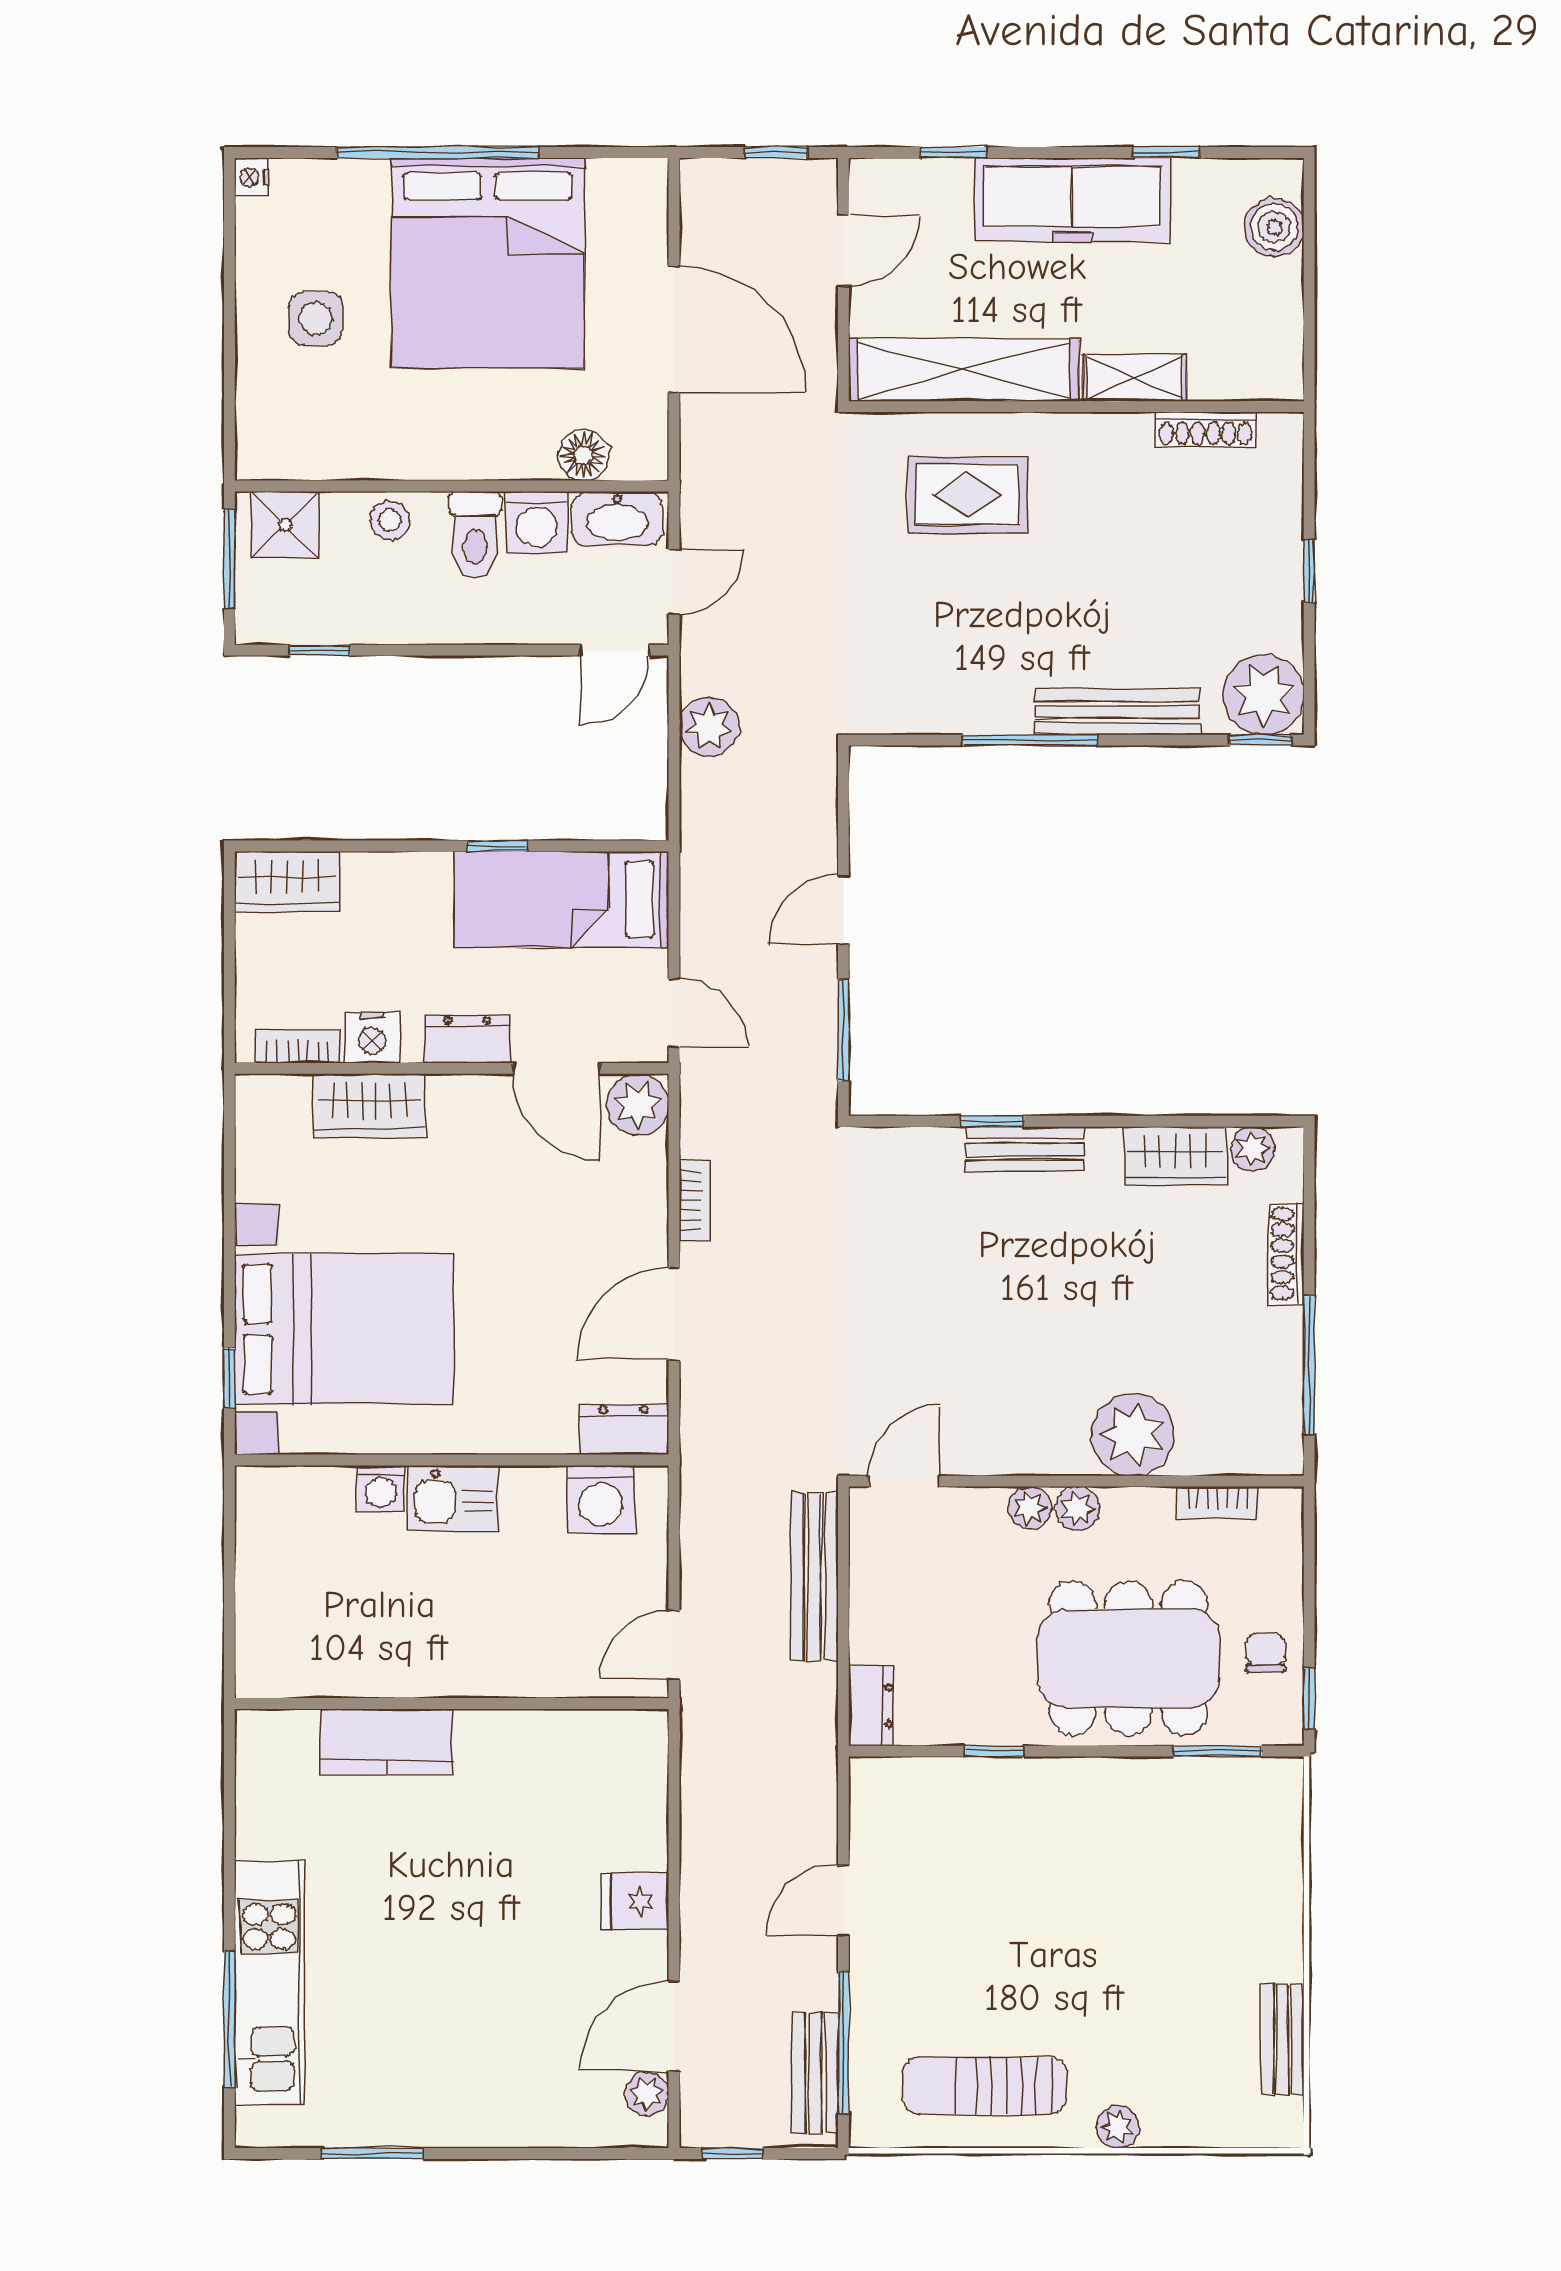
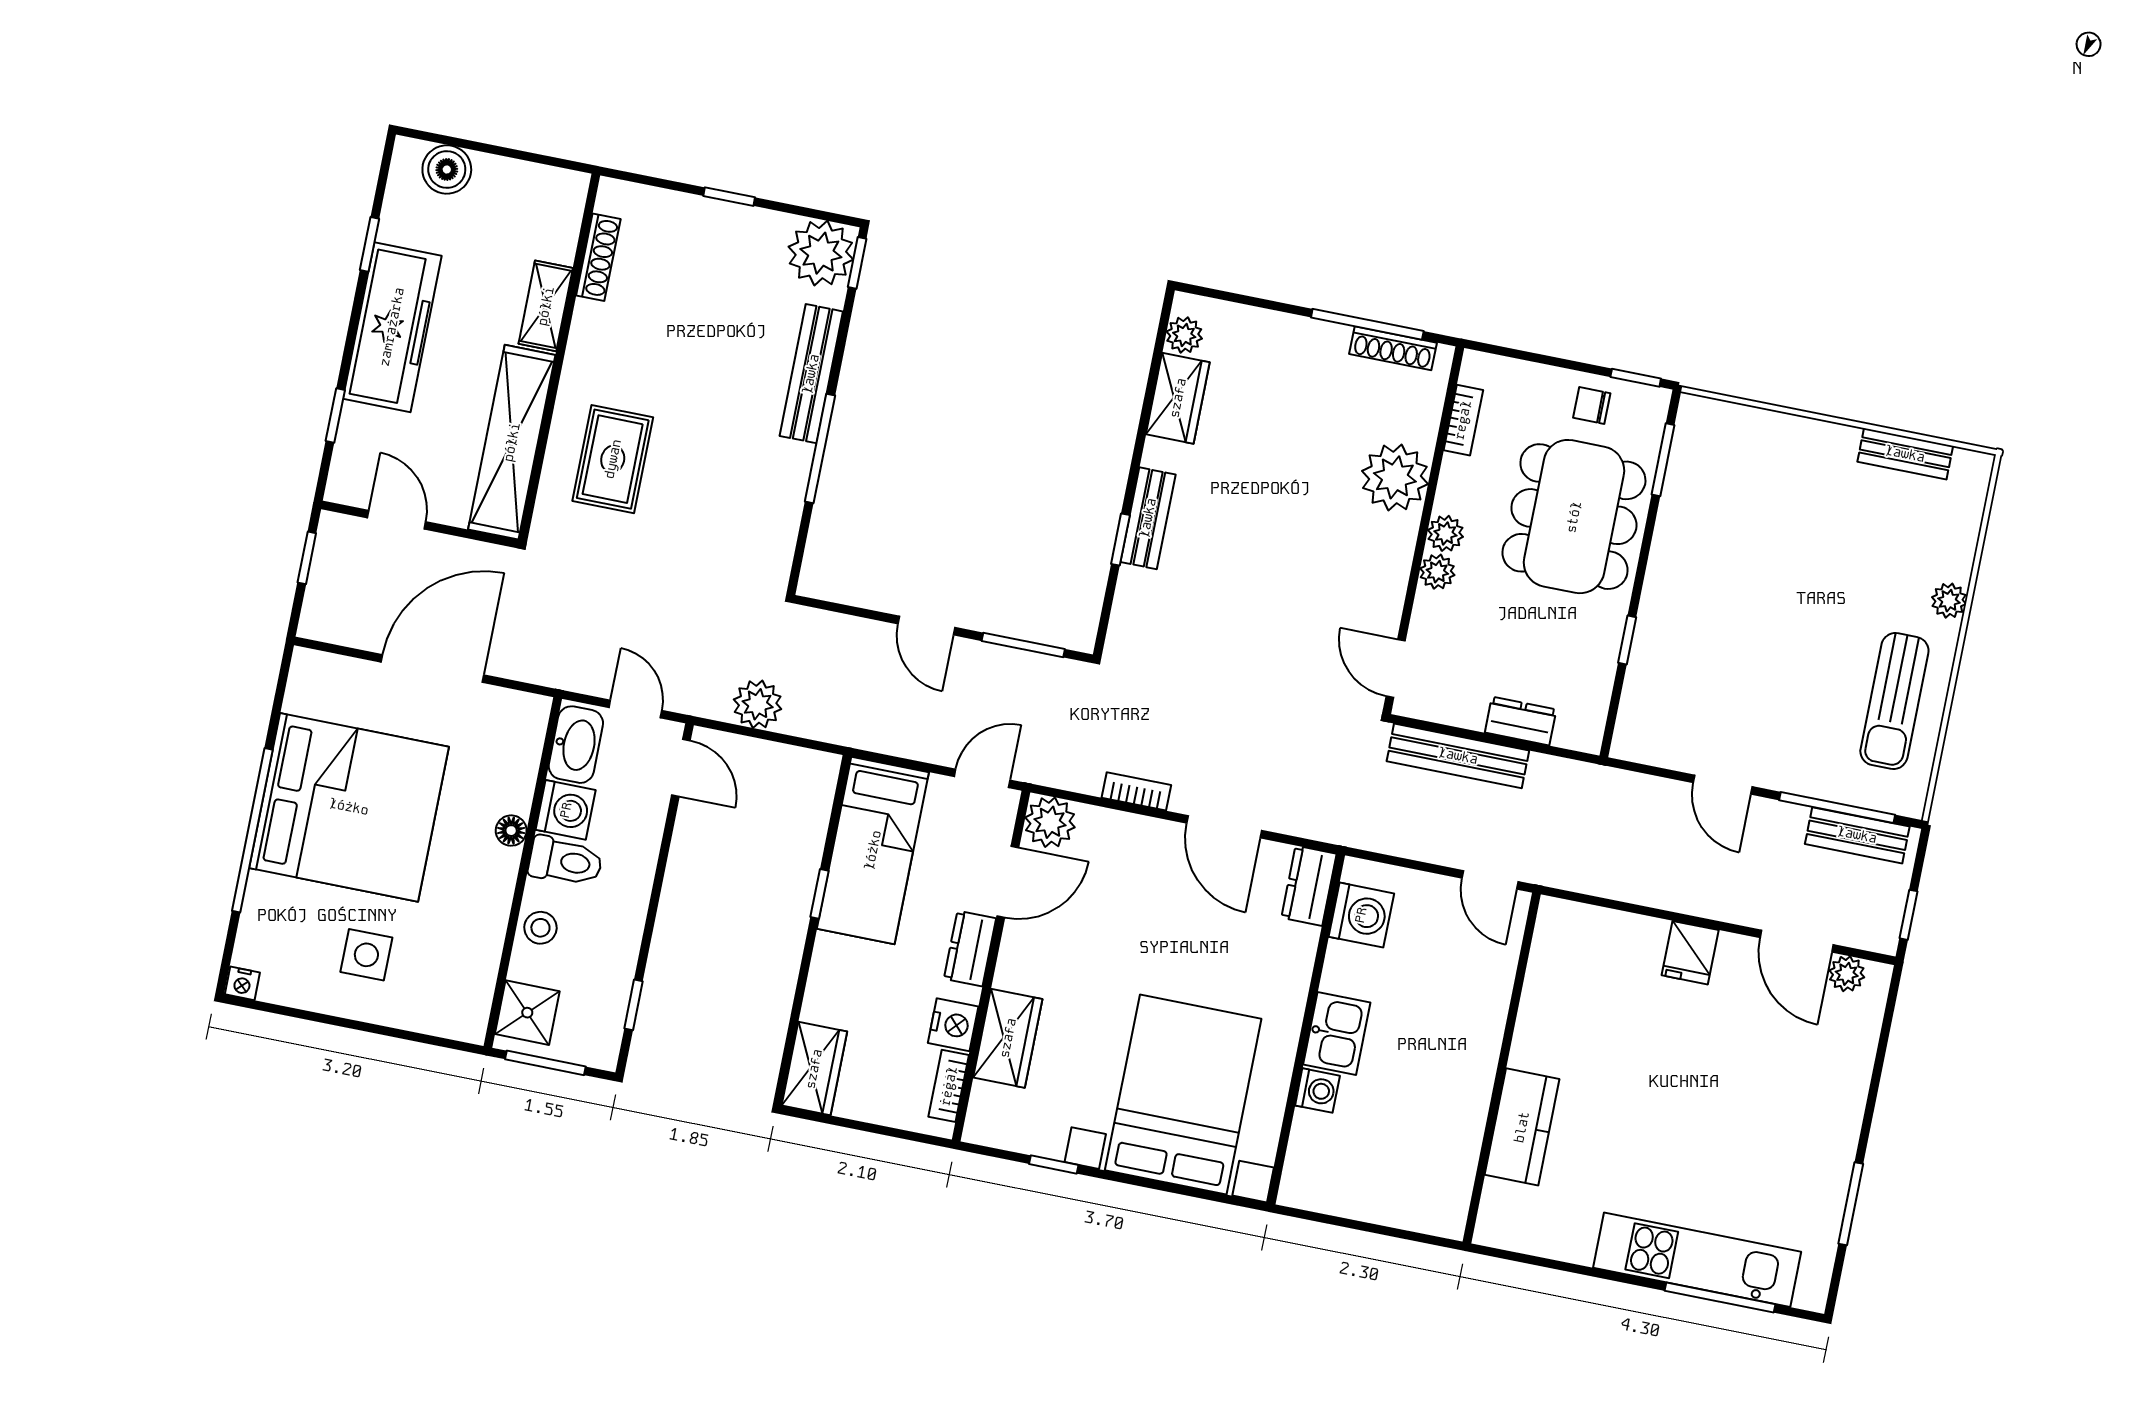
floor lamp: (584, 455) -> (511, 831), moved, width x0.73, depth x0.73
shoe rack: (1287, 1253) -> (1393, 348), moved
window: (229, 1378) -> (1054, 1164), moved
dresser: (871, 1706) -> (1521, 721), moved

